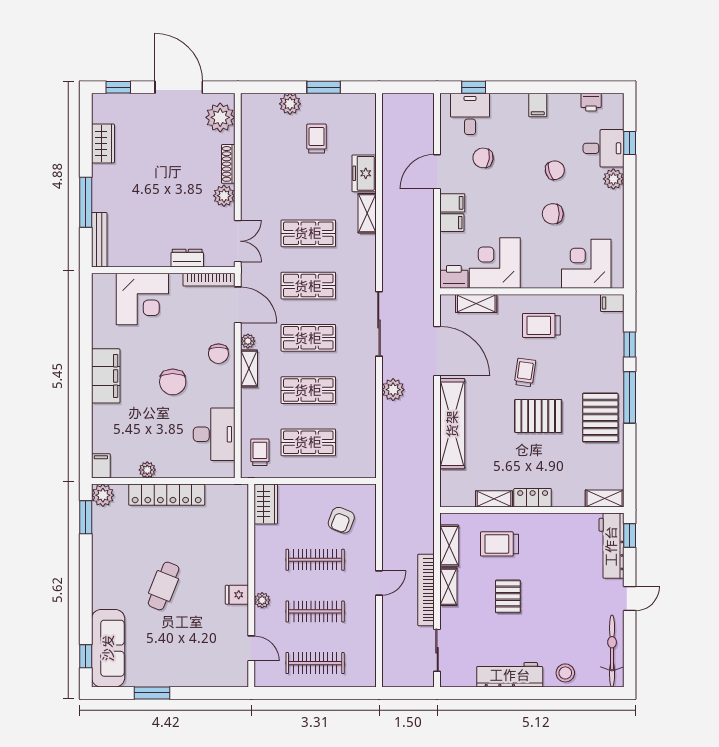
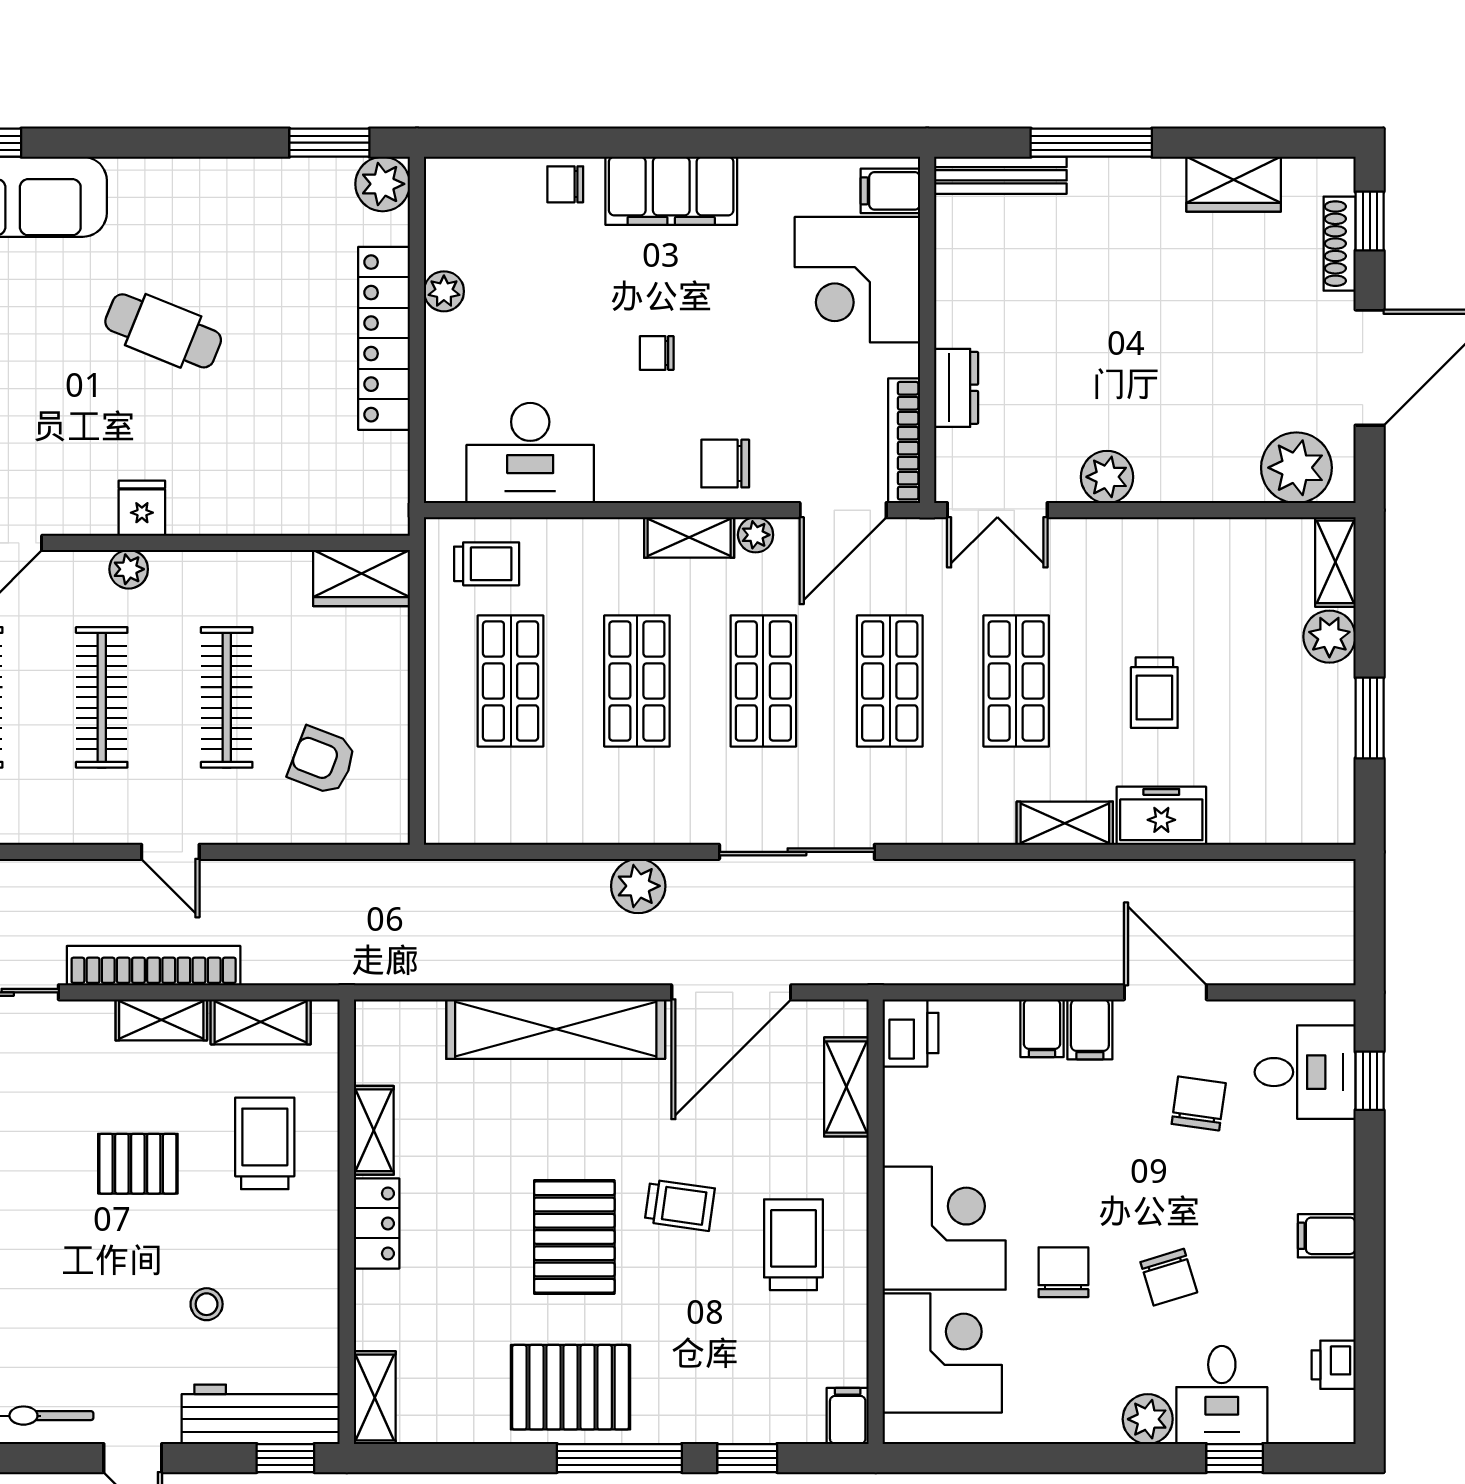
shelving: (259, 101) -> (1335, 562), added
trolley: (317, 139) -> (1154, 693), moved, turned 90
shoe rack: (228, 164) -> (1340, 244), moved, turned -90
corner desk: (495, 263) -> (944, 1228), moved
chair: (173, 382) -> (657, 353), width x0.54, depth x0.54
chair: (103, 420) -> (565, 184), added
filing cabinet: (101, 466) -> (890, 191), moved, turned 180
stool: (566, 568) -> (207, 1304), added

